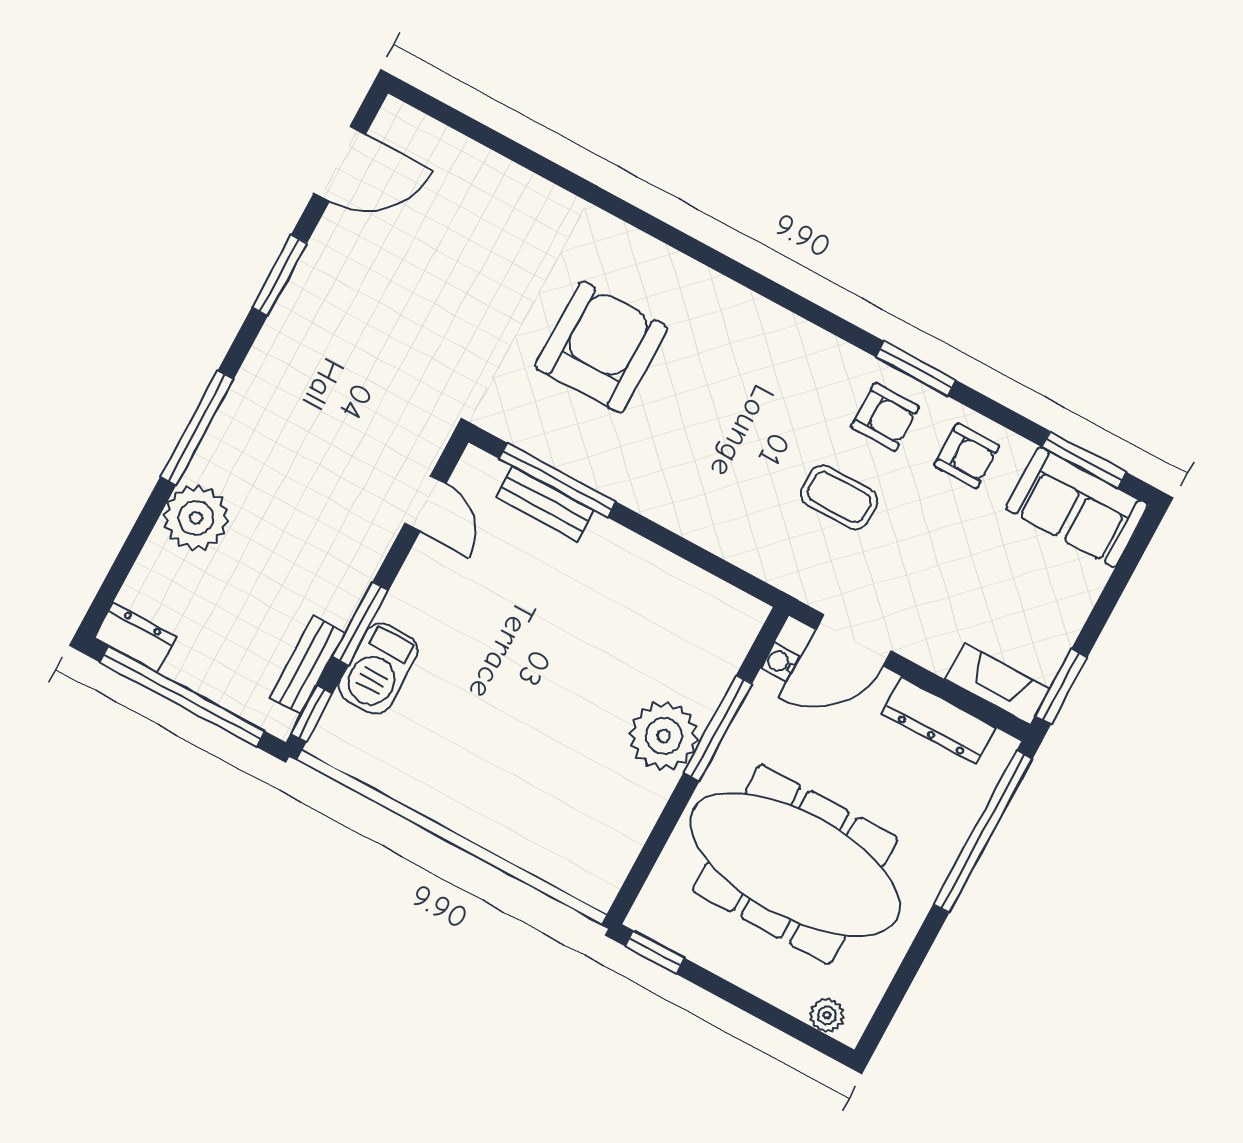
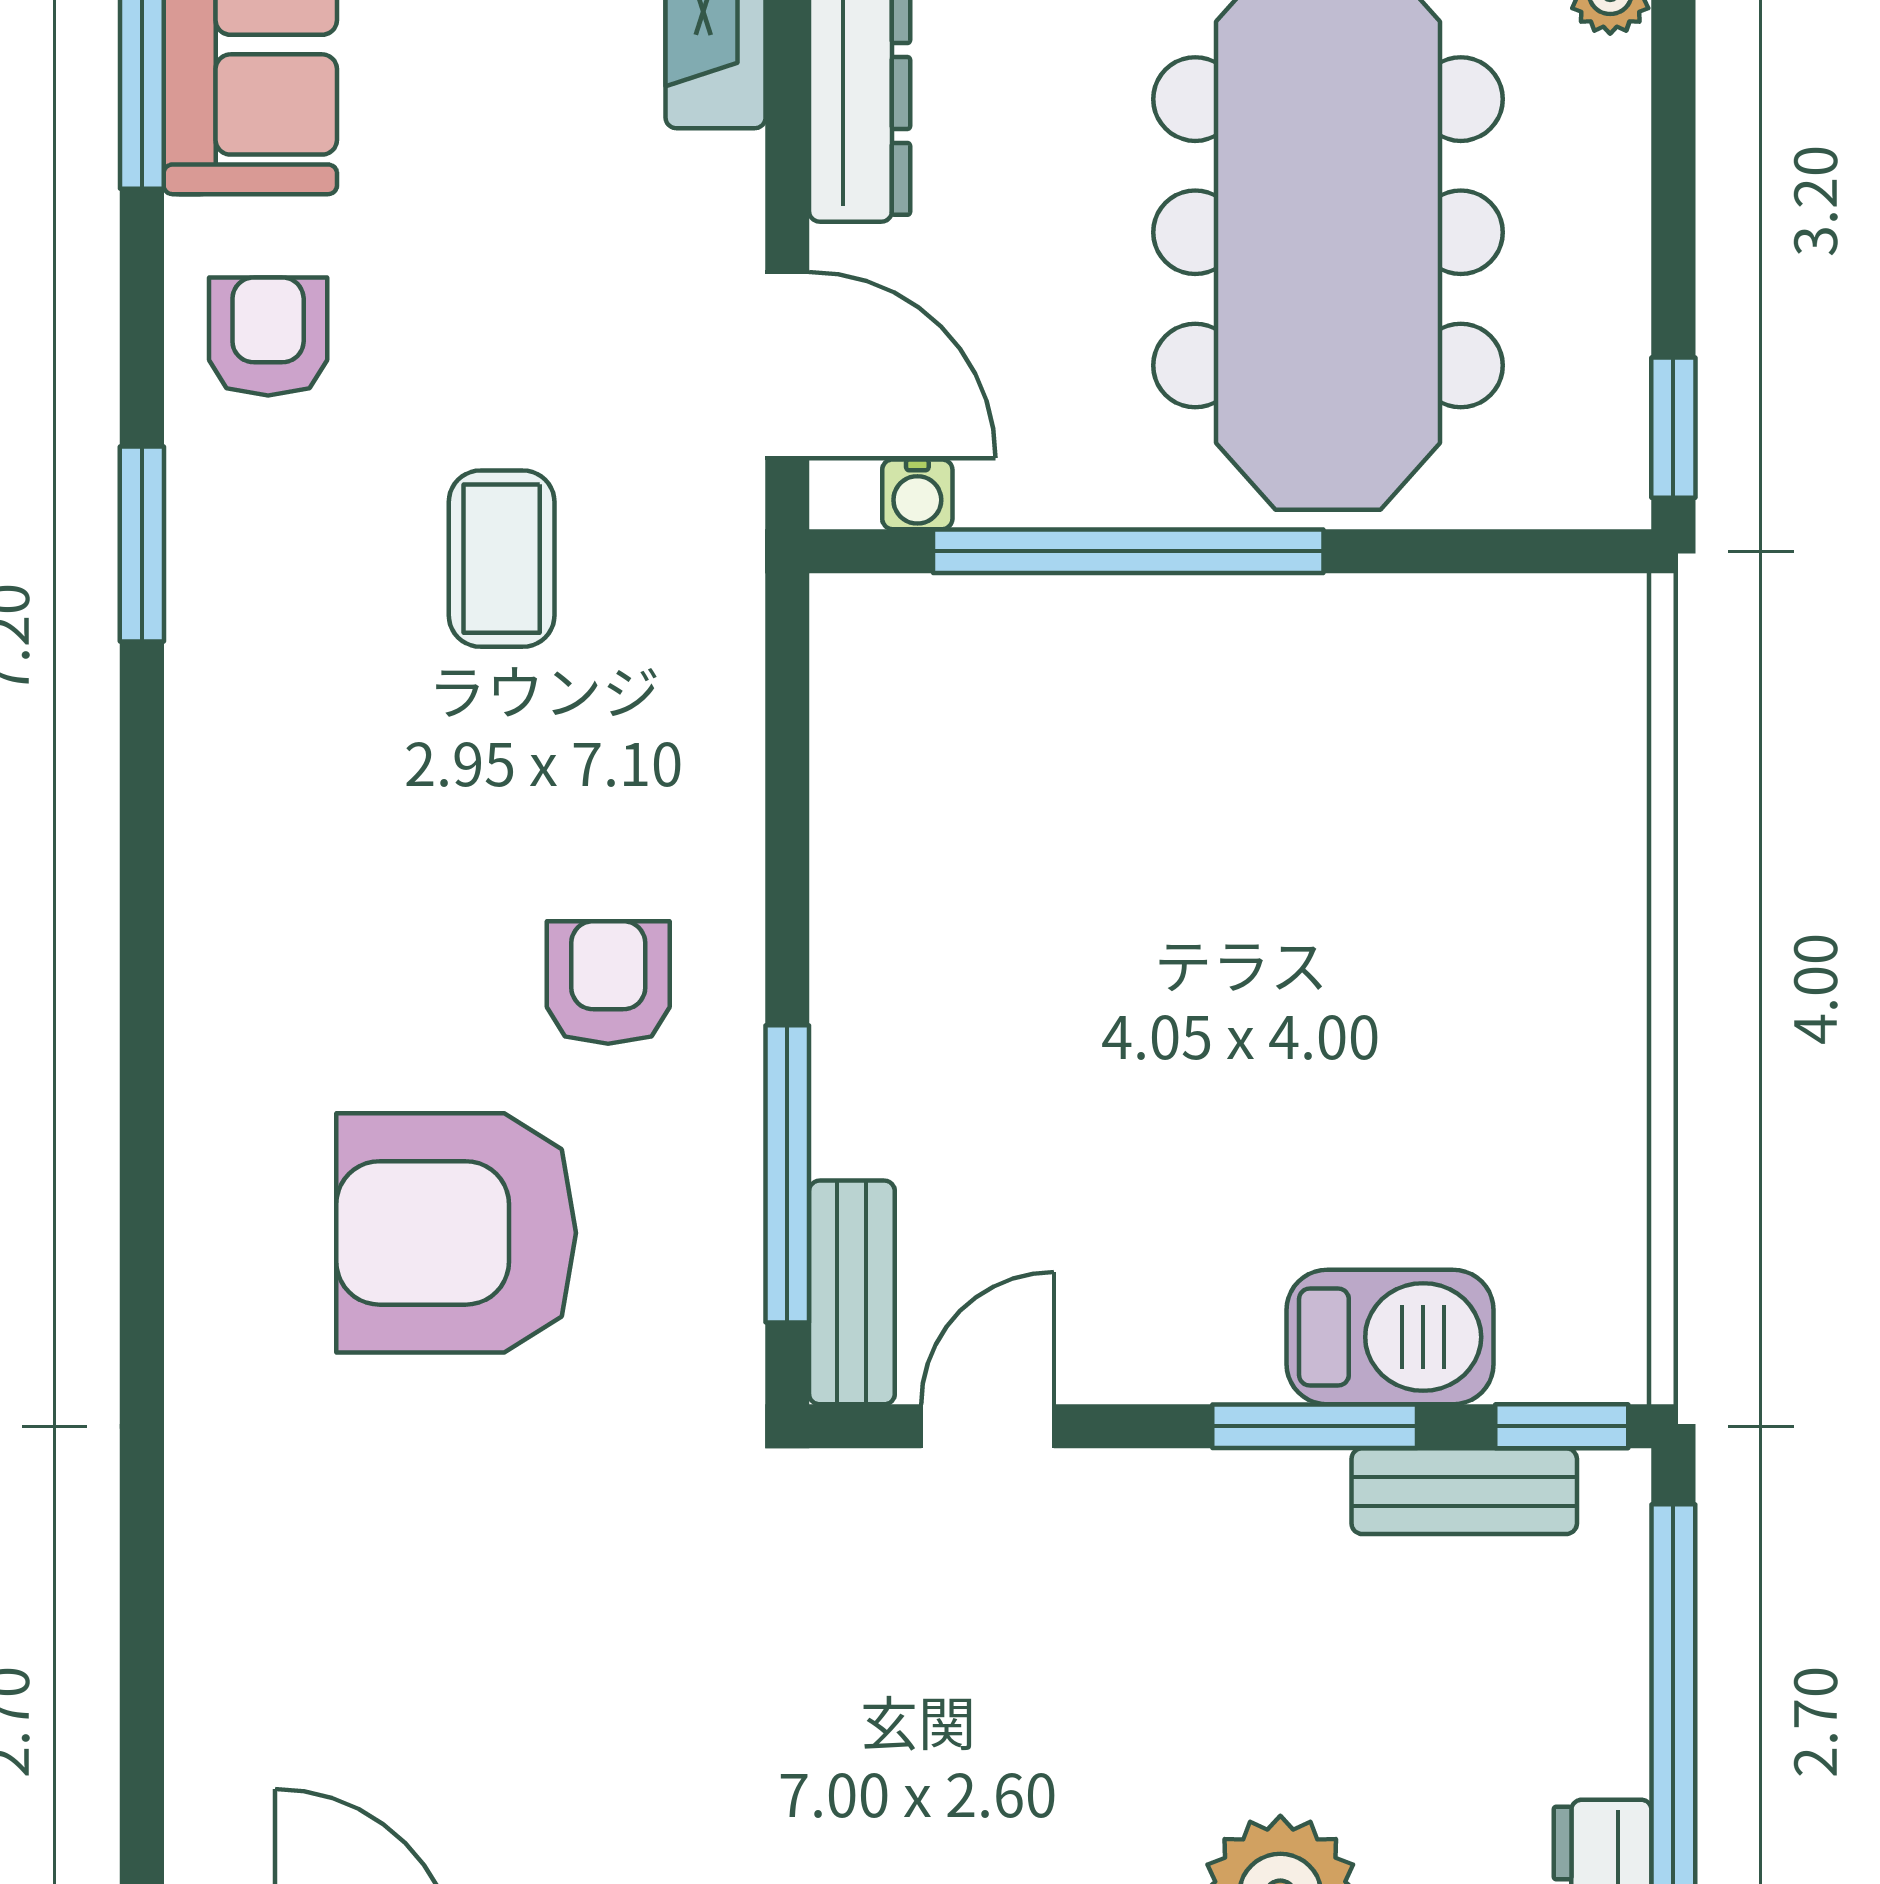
armchair: (885, 417) -> (608, 982), moved
bench: (545, 504) -> (852, 1292), moved
window: (718, 728) -> (1128, 551), width x1.46
plant: (664, 736) -> (1207, 656), removed

